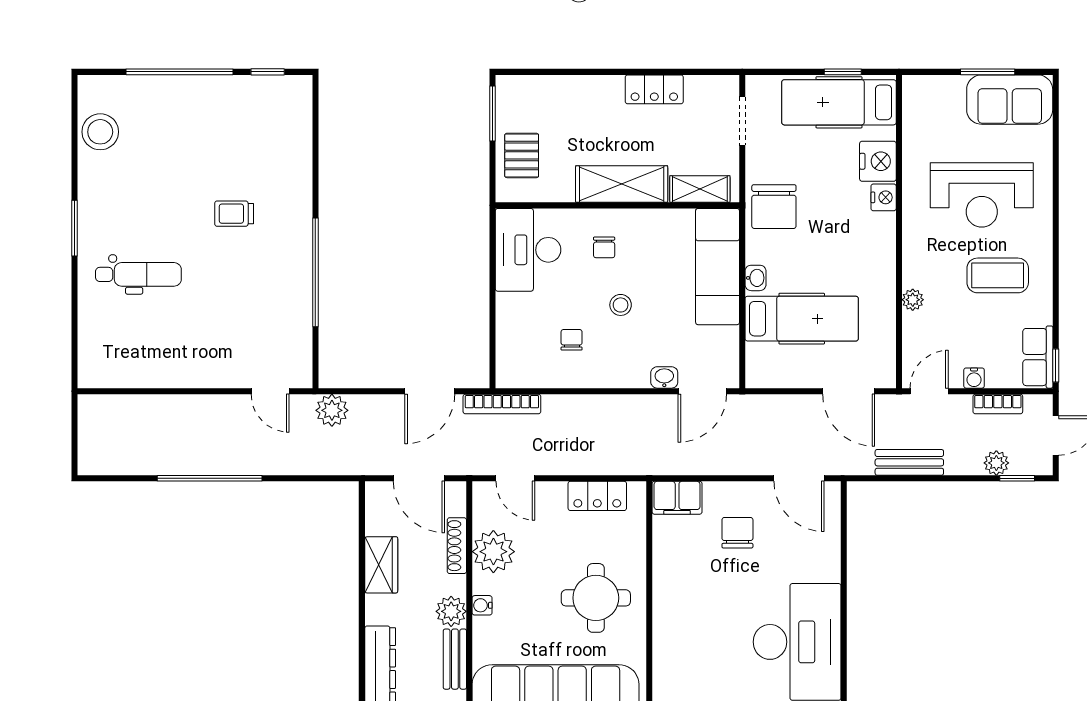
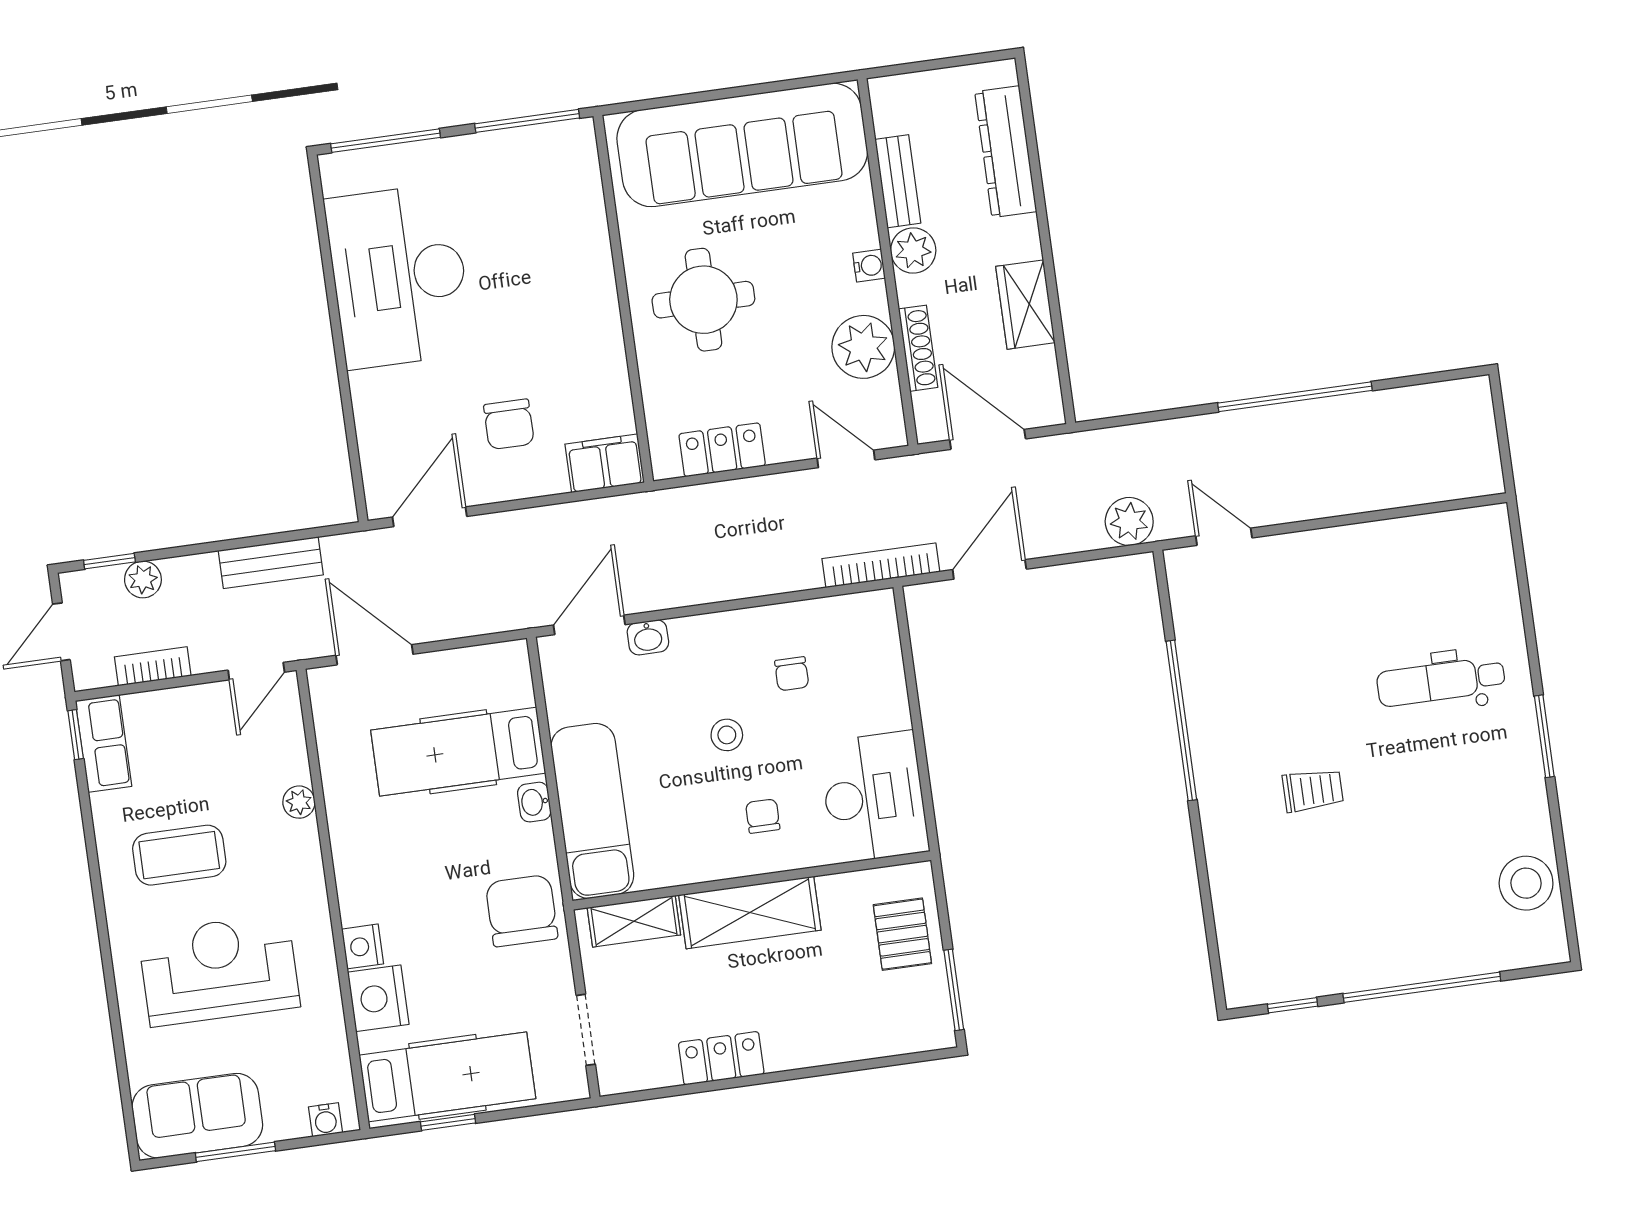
water cooler: (974, 378) -> (325, 1120), moved, turned 180
door: (799, 478) -> (430, 517), hinge flipped

